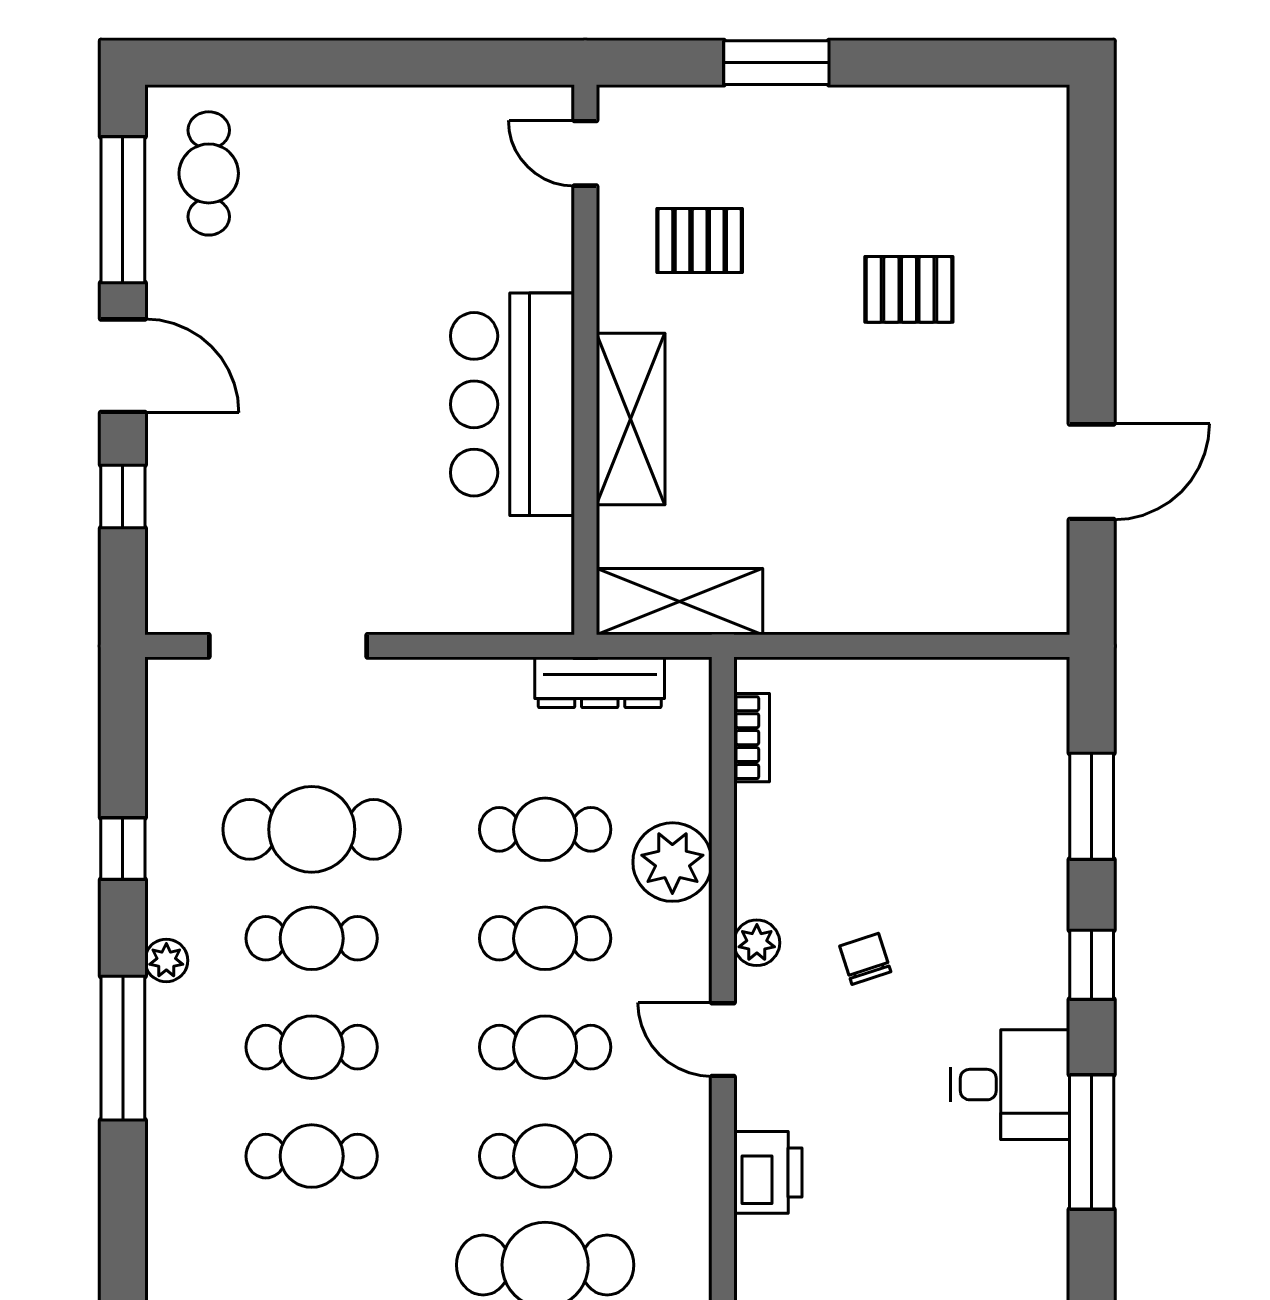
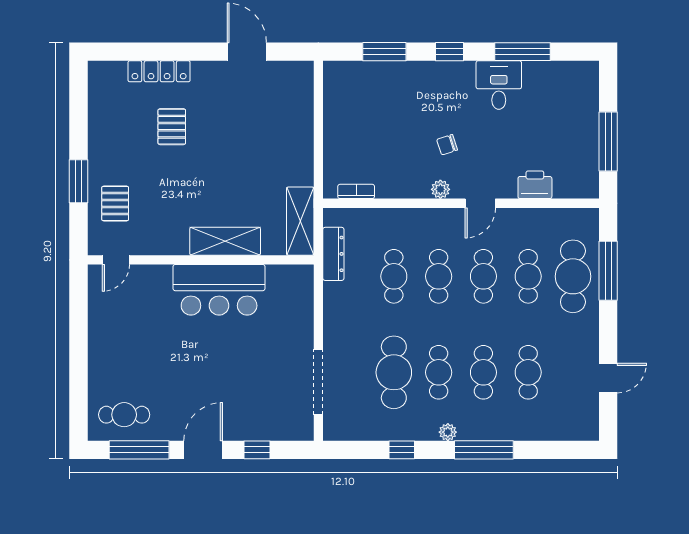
pallet: (700, 241) -> (115, 204), moved
locker: (1044, 258) -> (159, 71), added
plant: (672, 862) -> (407, 224), removed

